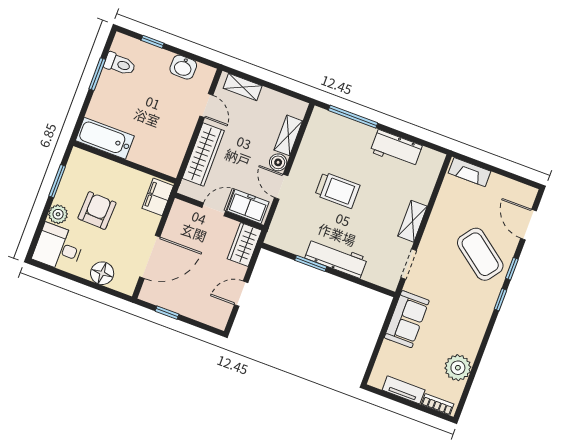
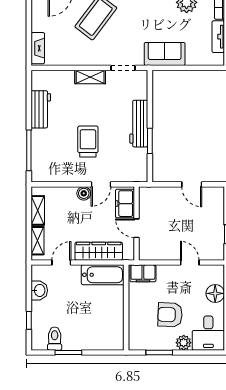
shelving: (288, 135) -> (38, 210), moved, turned 90
bathtub: (105, 138) -> (103, 275), moved, turned -90
wardrobe: (244, 244) -> (154, 196), removed
door: (150, 257) -> (190, 263), width x0.53

